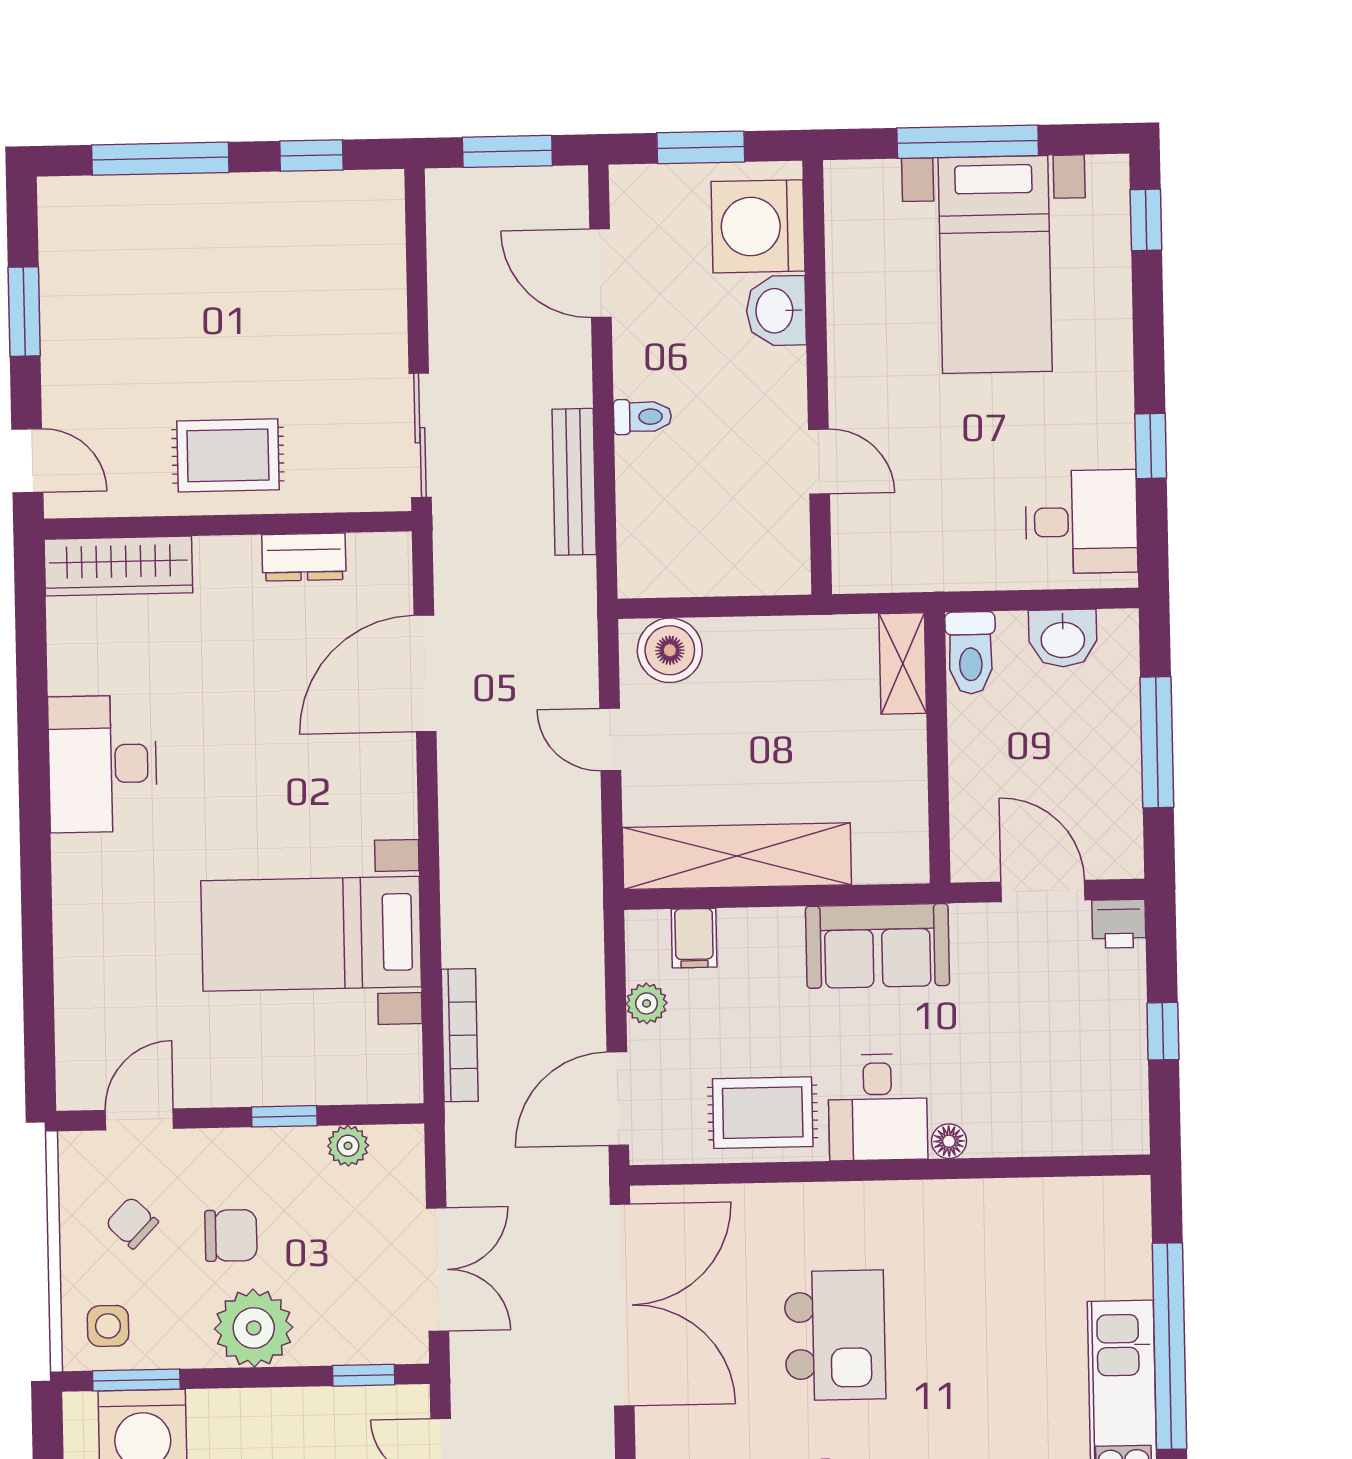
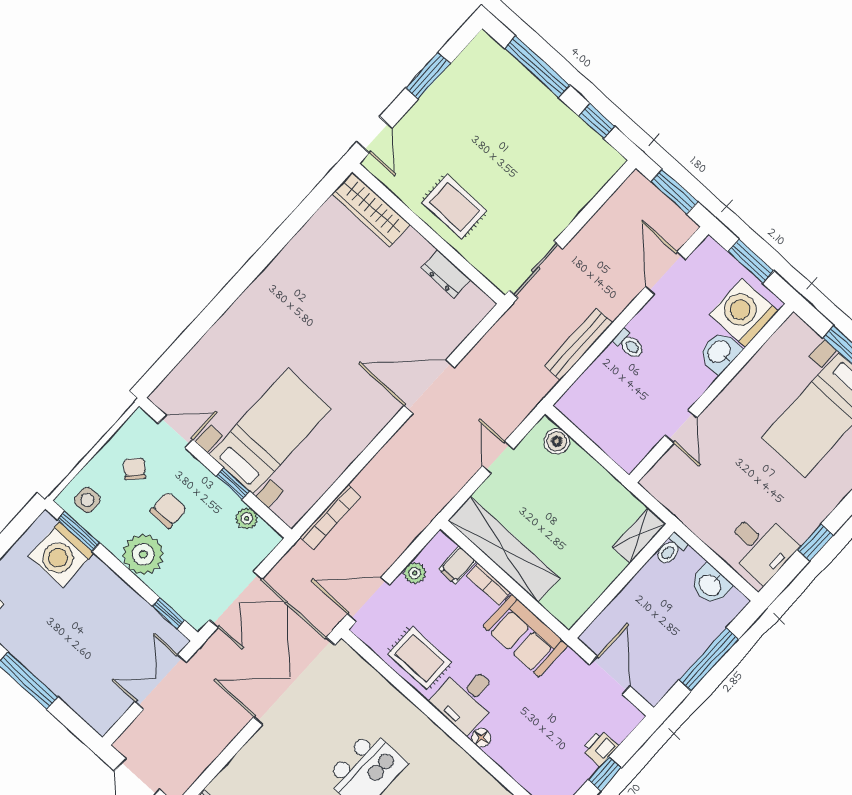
boiler: (670, 650) -> (557, 441), width x0.73, depth x0.73
toilet: (971, 653) -> (671, 549), width x0.73, depth x0.72
door: (425, 674) -> (429, 387), moved
desk: (103, 764) -> (292, 280), removed
bookcase: (761, 924) -> (488, 584), added
printer: (1119, 924) -> (600, 748), moved, turned 90
bed with nightstands: (311, 934) -> (270, 432), moved, turned 90
chair: (231, 1235) -> (168, 510), turned -90
double door: (622, 1305) -> (294, 681), swing flipped

